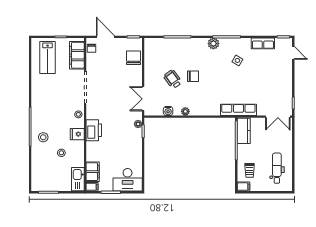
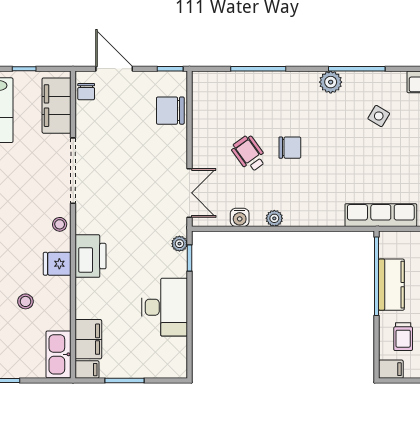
chair: (134, 58) -> (170, 111), turned -90
double door: (143, 99) -> (189, 193), swing flipped
kitchen counter: (244, 131) -> (391, 285), moved
desk: (128, 180) -> (165, 307), moved, turned -90

